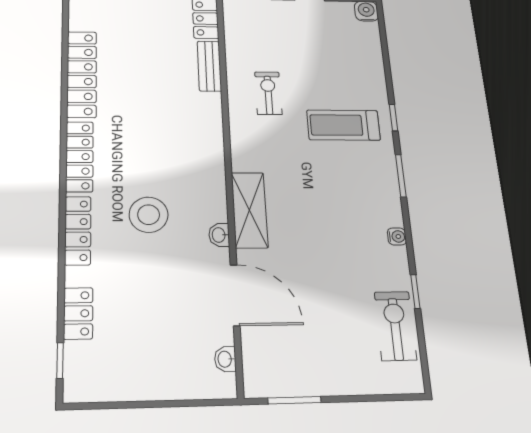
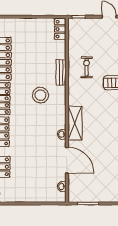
bench: (209, 66) -> (61, 72), moved
stool: (149, 215) -> (40, 95), moved

